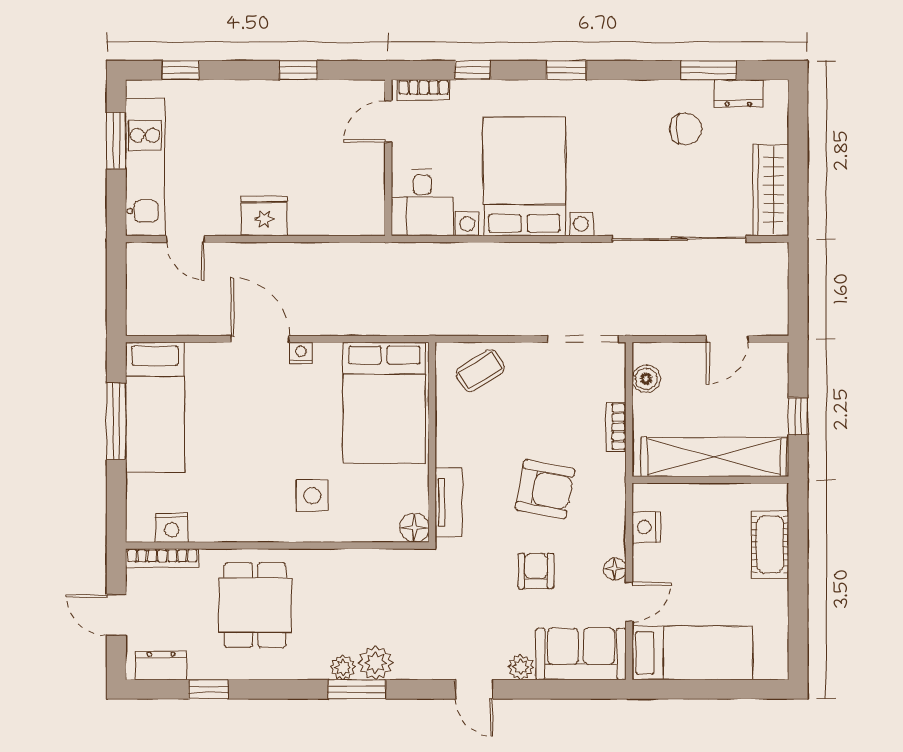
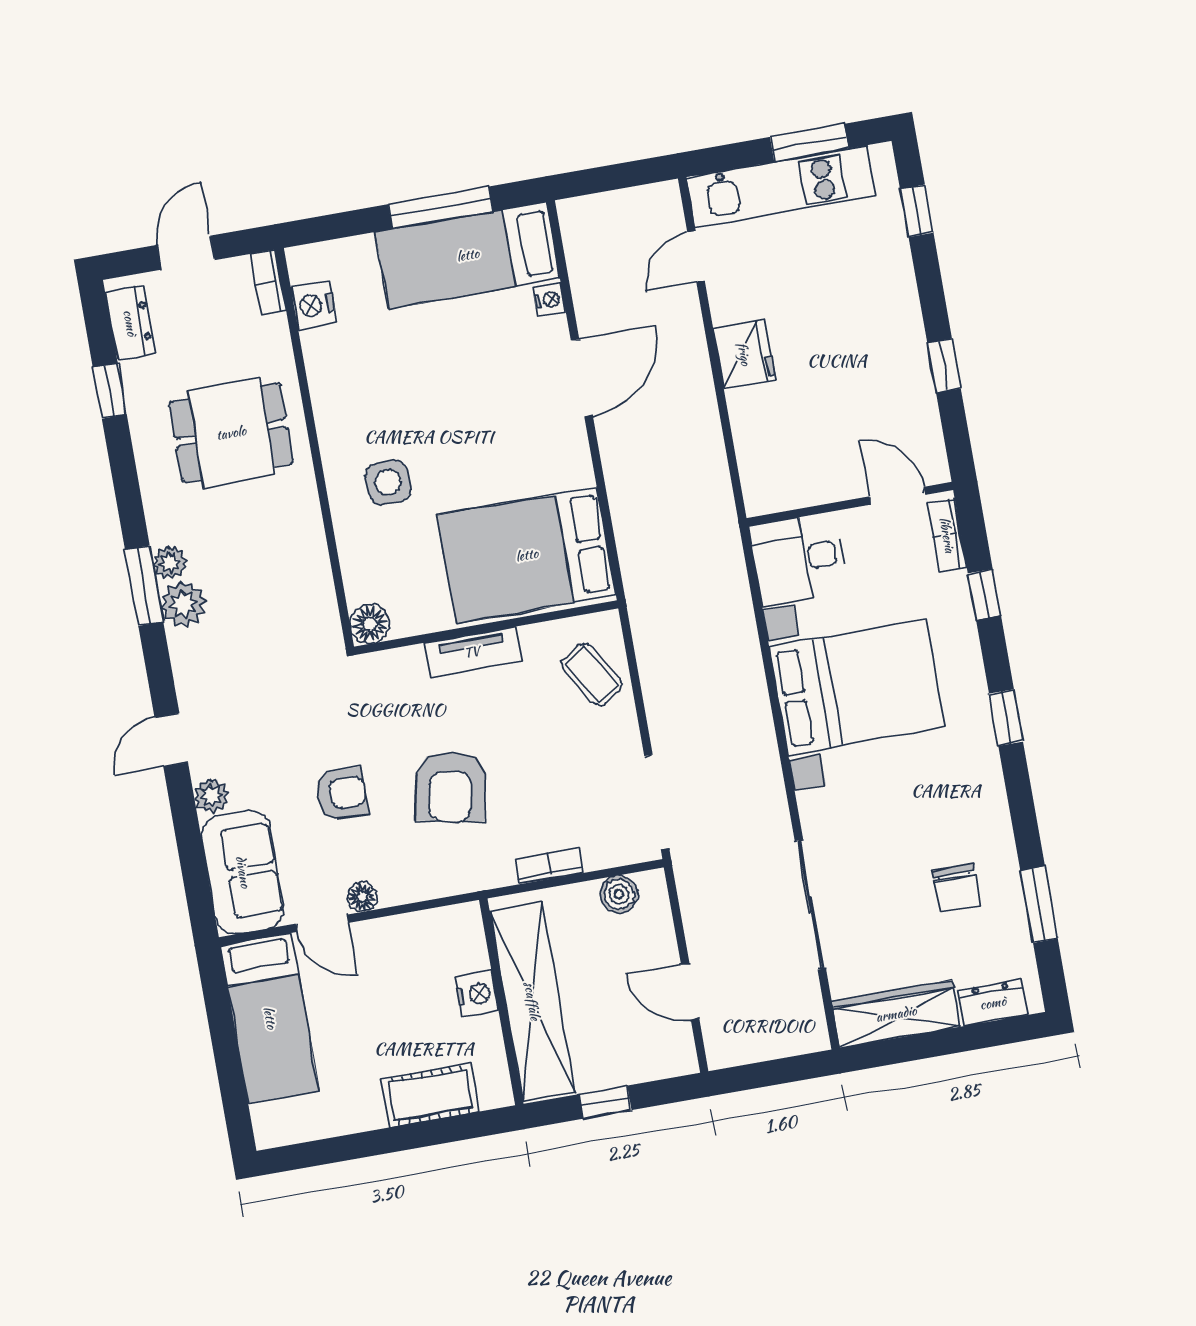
dresser: (738, 93) -> (993, 1003), moved, turned 90
sliding door: (679, 239) -> (810, 905), width x0.73
nightstand: (301, 353) -> (549, 299), moved
tv unit: (449, 502) -> (472, 652), moved
nightstand: (646, 527) -> (477, 994), moved, turned 90
bookcase: (162, 558) -> (269, 282), width x0.64

